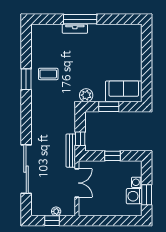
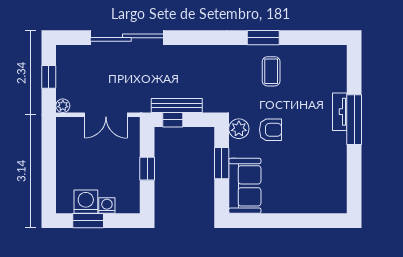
armchair: (87, 74) -> (270, 130), added
bench: (71, 151) -> (177, 105), moved
plant: (56, 211) -> (63, 106), moved

